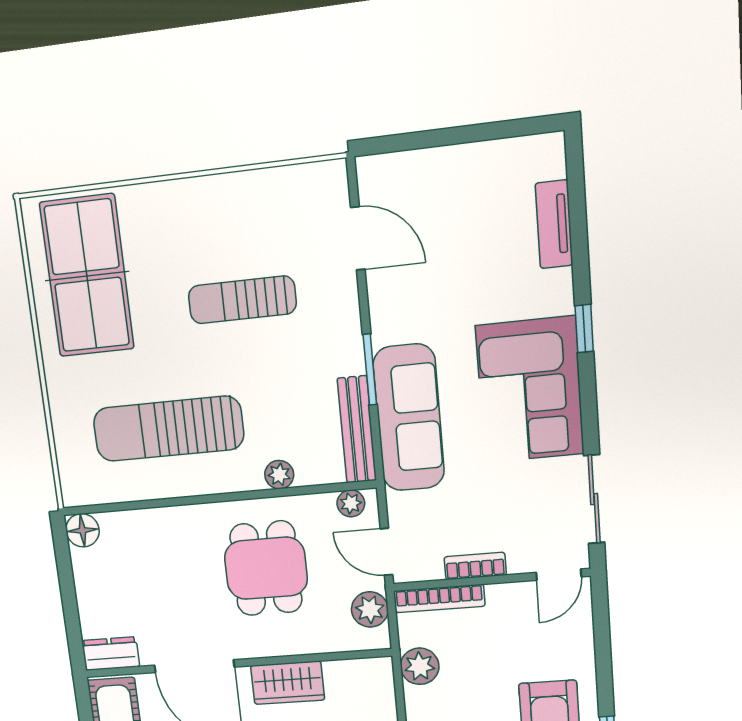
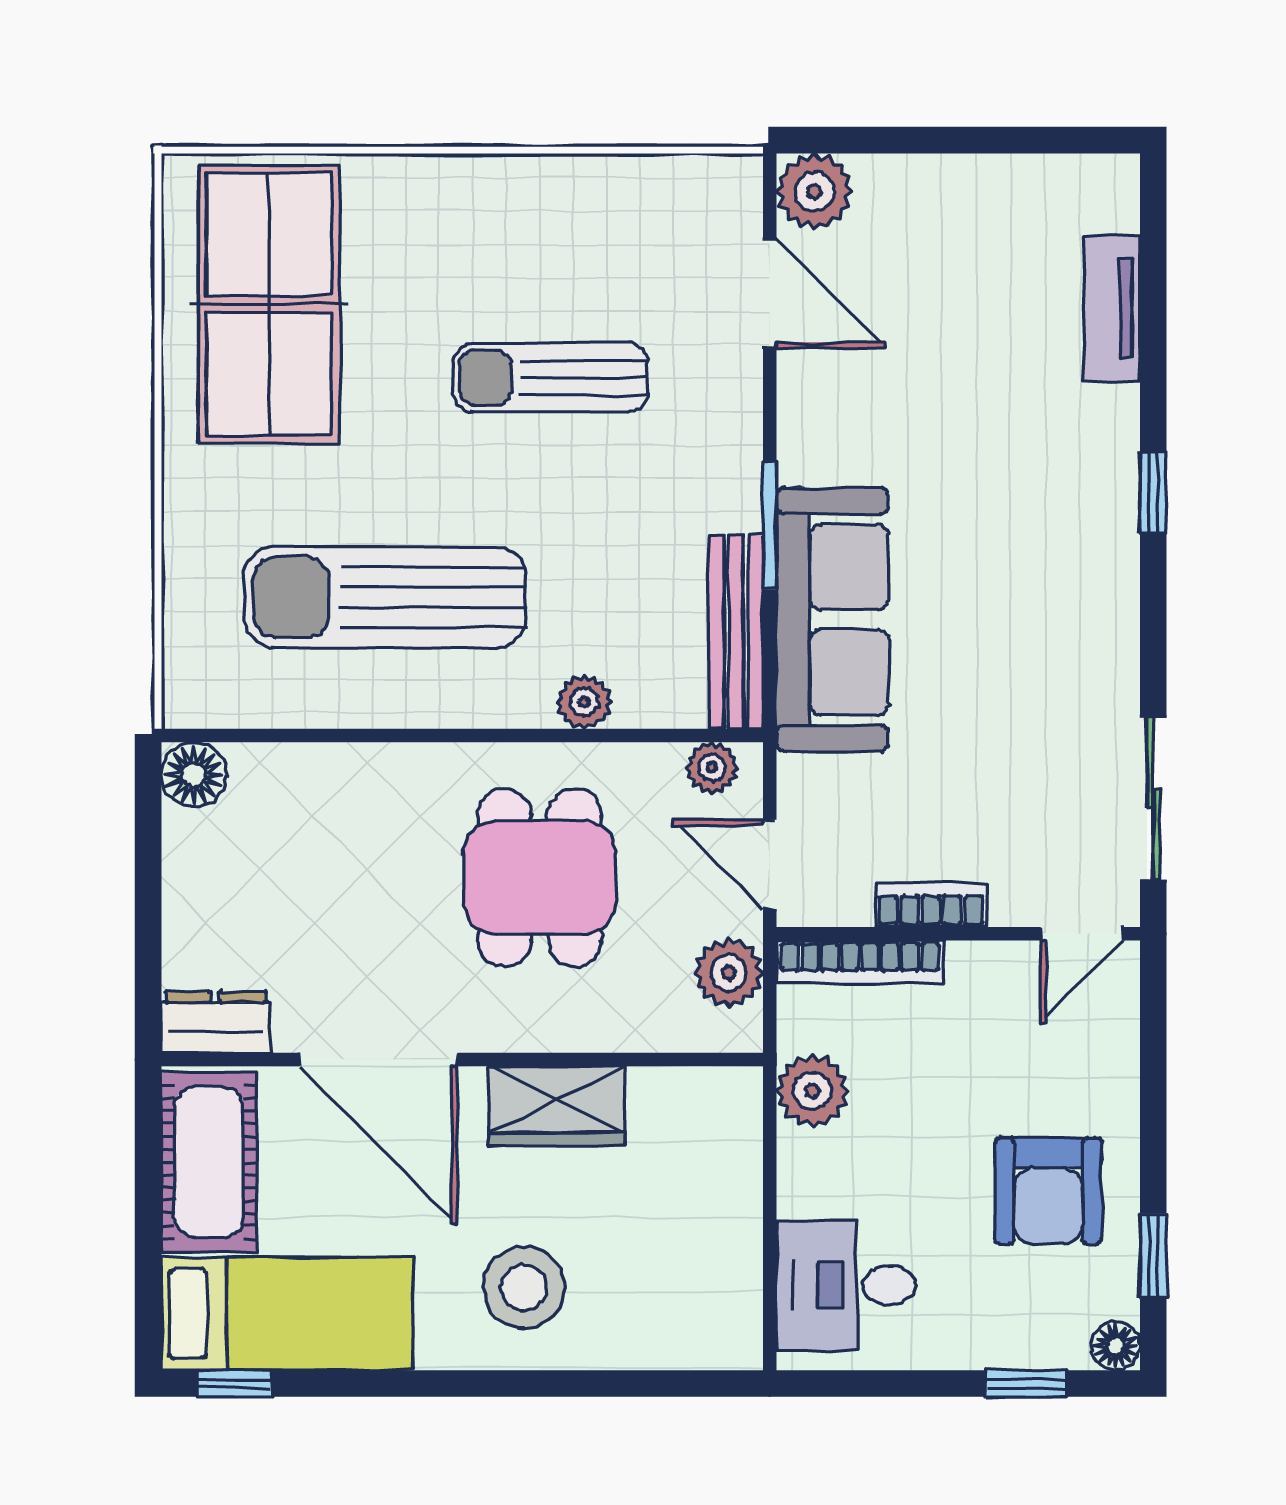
plant: (378, 176) -> (814, 192), added
corner sofa: (530, 390) -> (1052, 590), removed

